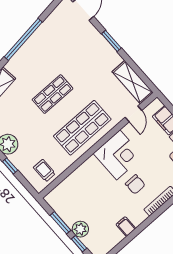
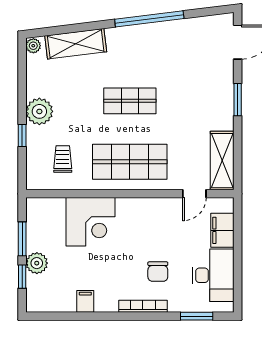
corner desk: (118, 155) -> (90, 222), moved
trolley: (44, 170) -> (63, 159), moved
chair: (135, 184) -> (158, 272), moved

